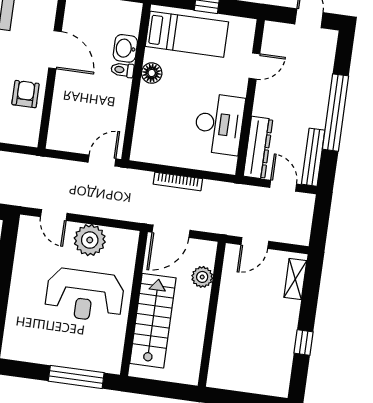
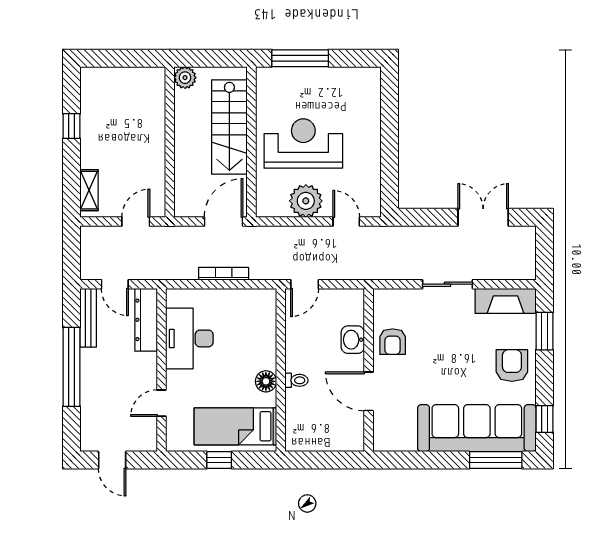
washbasin: (125, 48) -> (353, 340), moved, turned 180
plant: (202, 277) -> (185, 78), moved

